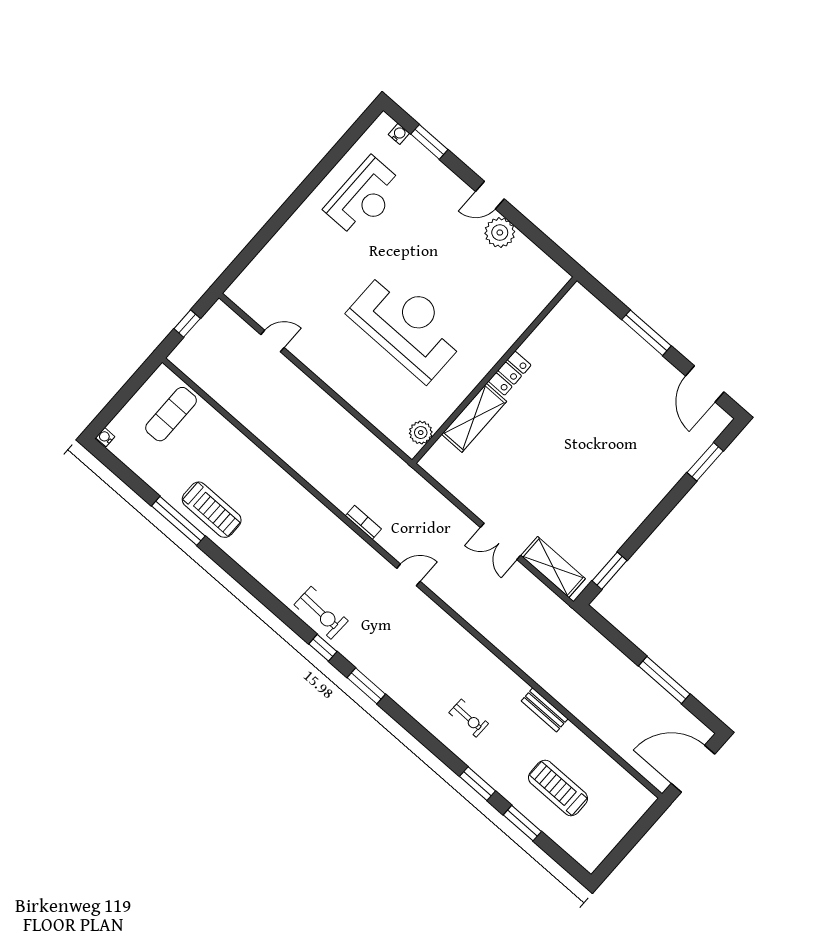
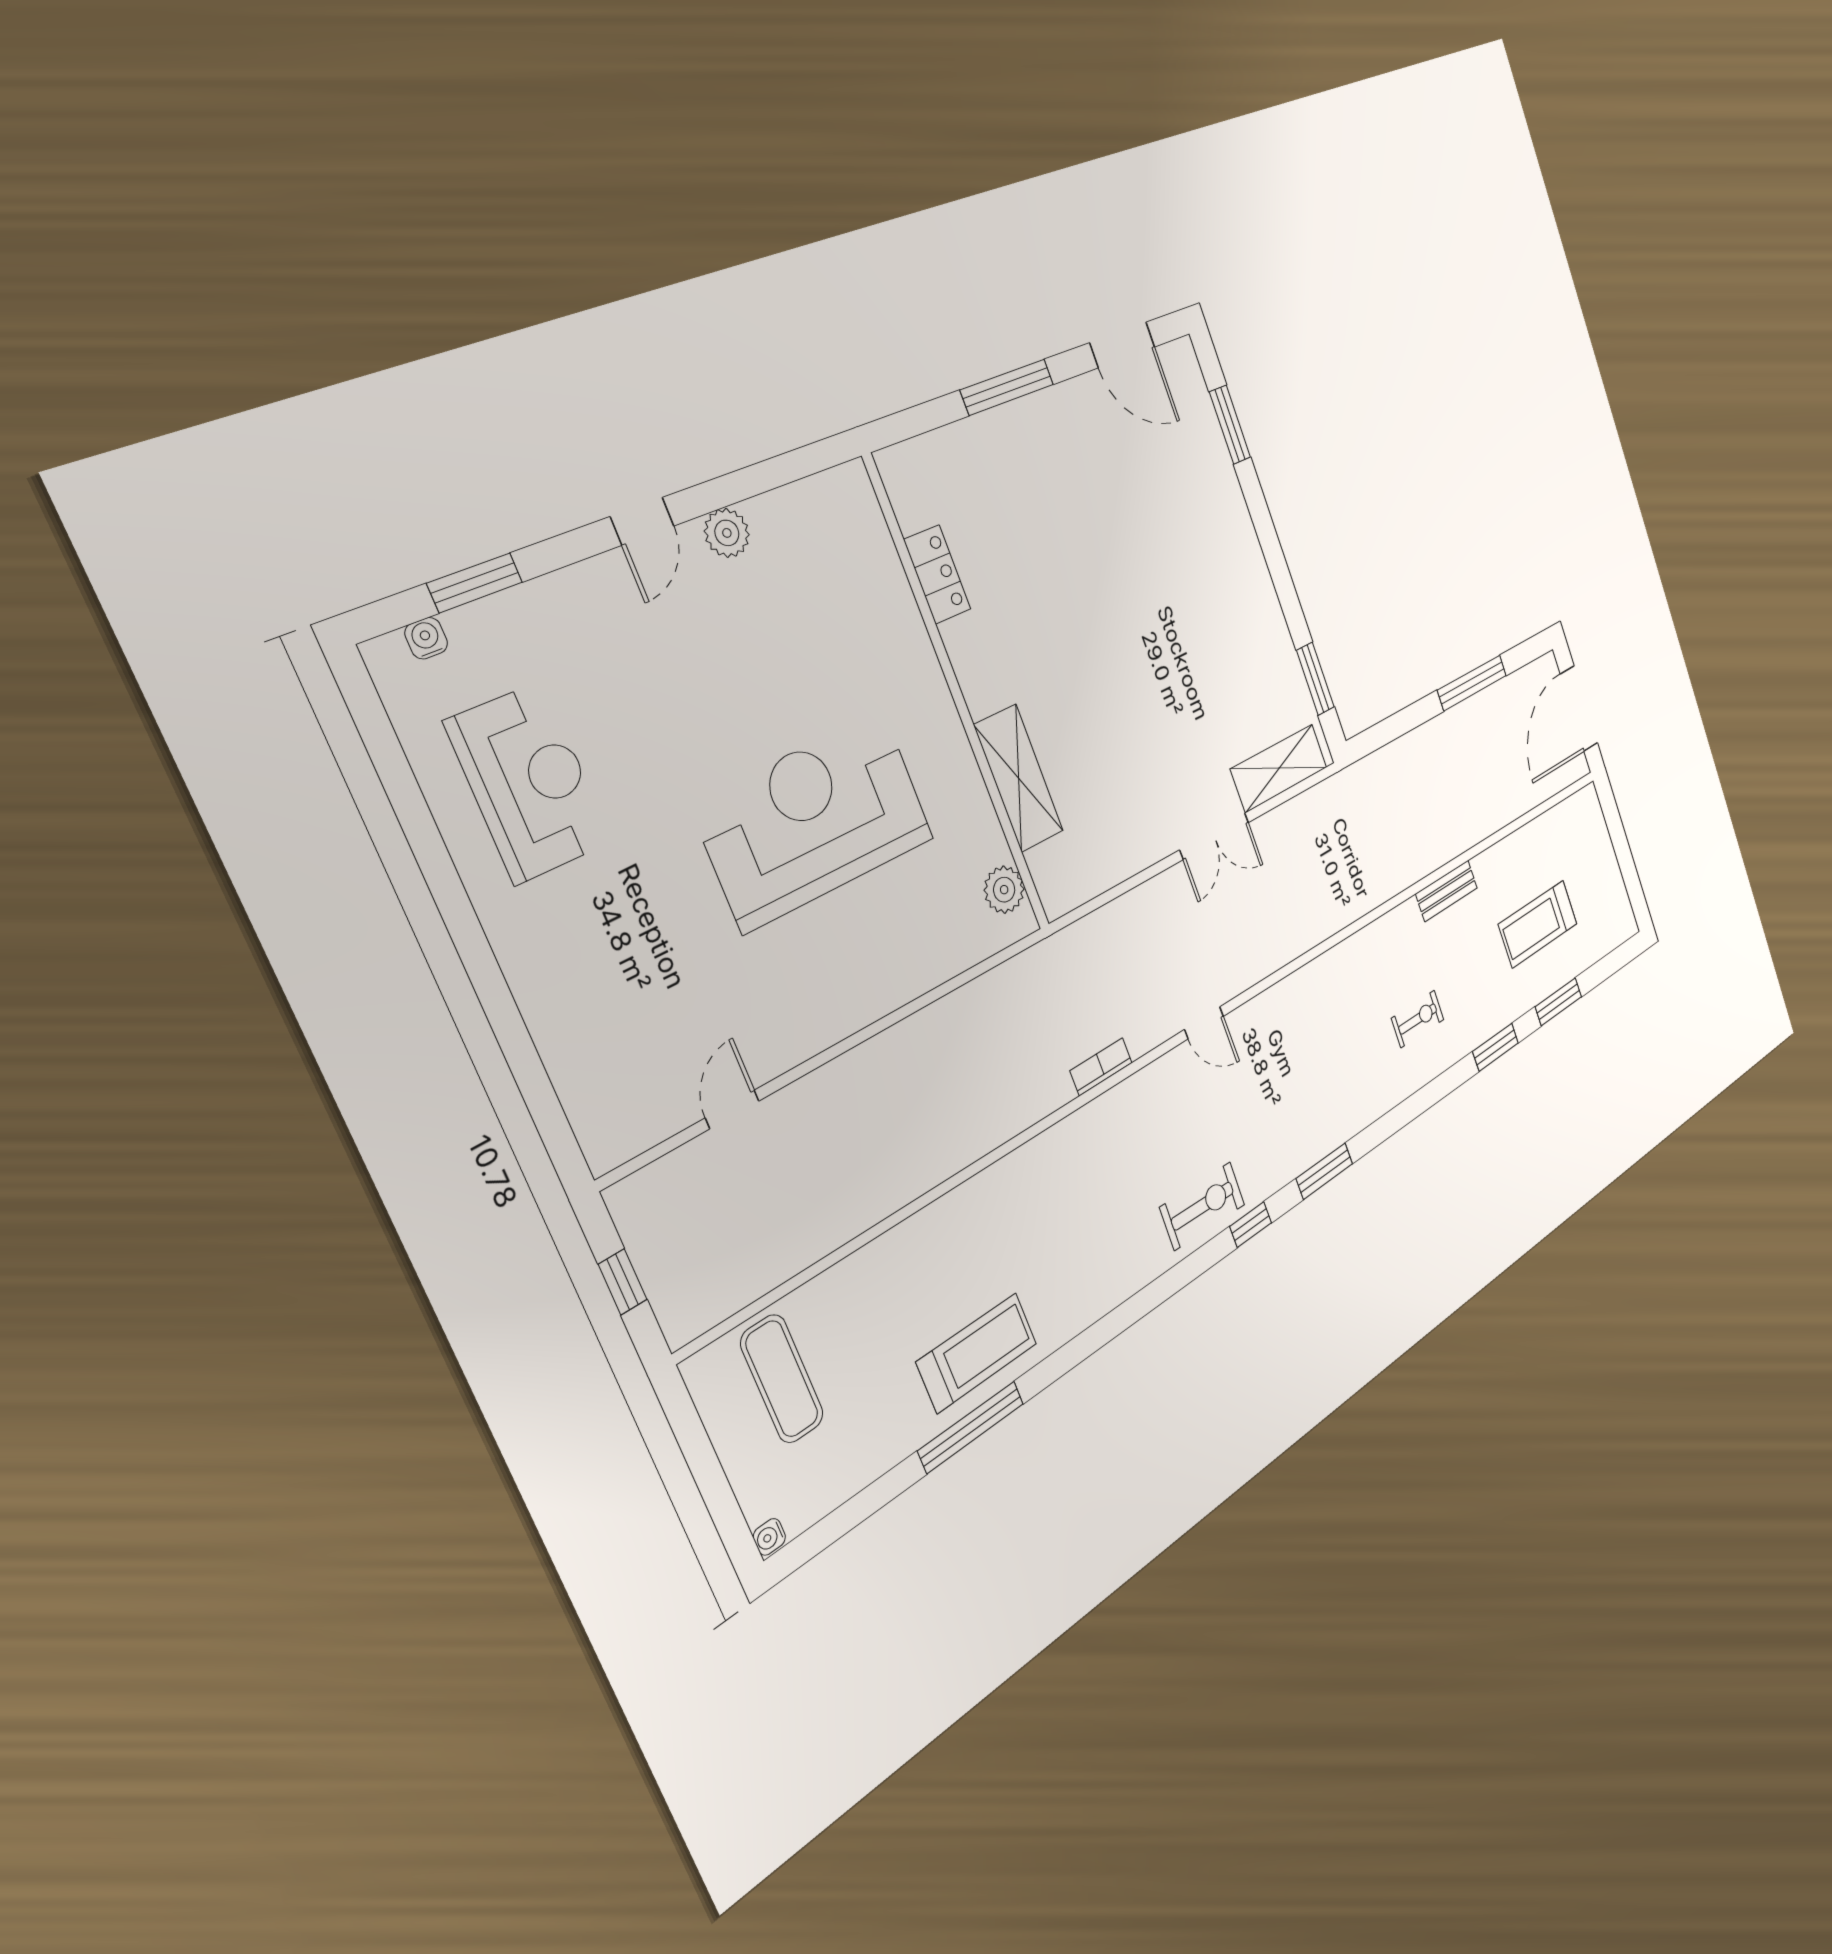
plant: (500, 233) -> (727, 533), width x0.73, depth x0.73
locker: (510, 373) -> (937, 574), moved
door: (408, 575) -> (1204, 1023), swing flipped

